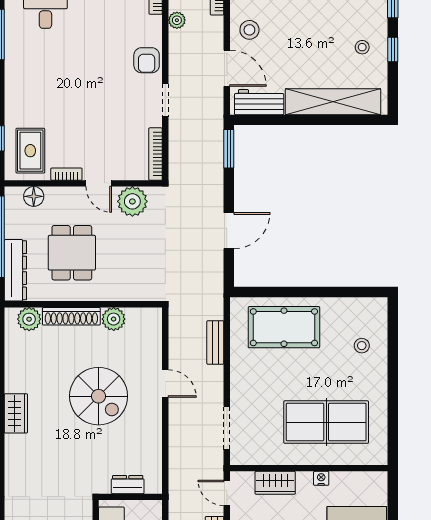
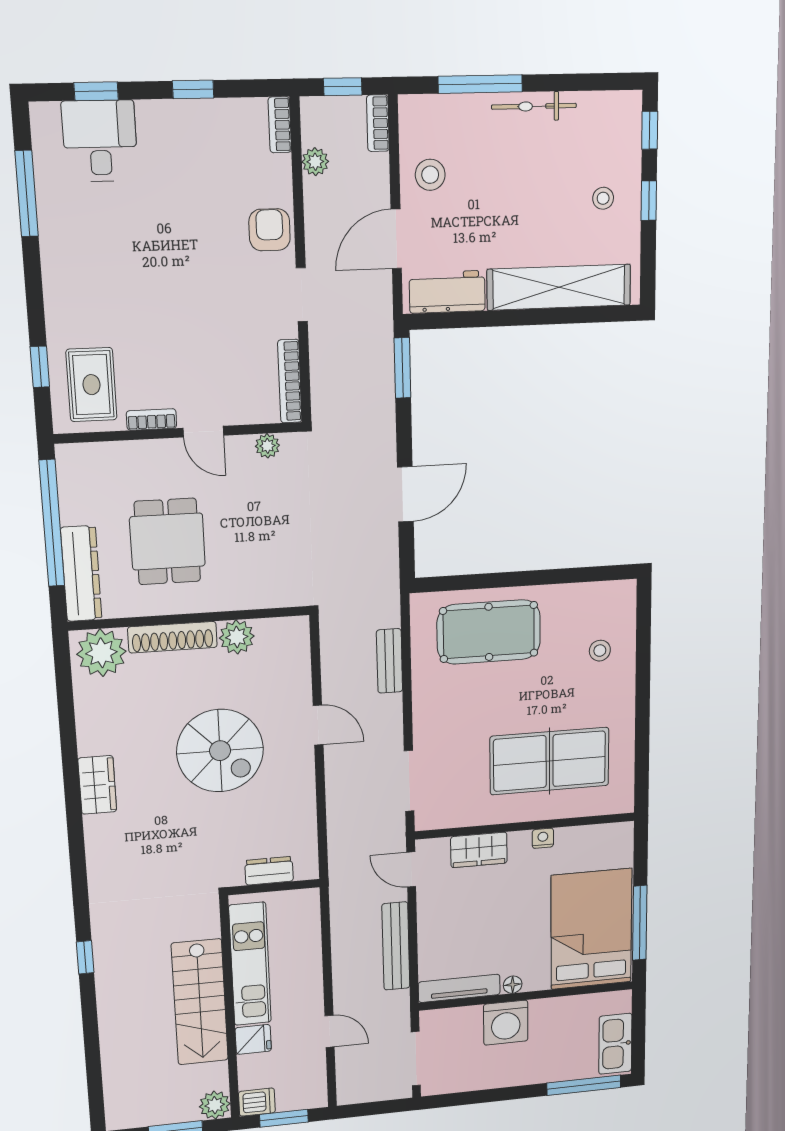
armchair: (147, 60) -> (270, 230), turned 180
door: (227, 68) -> (396, 239), swing flipped
floor lamp: (34, 196) -> (102, 457), removed
plant: (132, 201) -> (267, 446), width x0.53, depth x0.53
plant: (29, 319) -> (101, 653), width x1.36, depth x1.36

